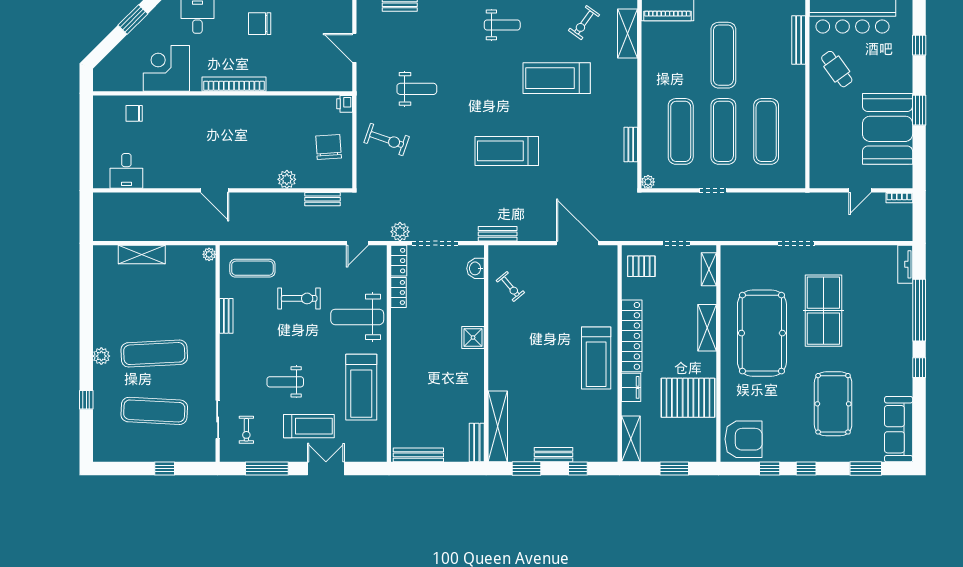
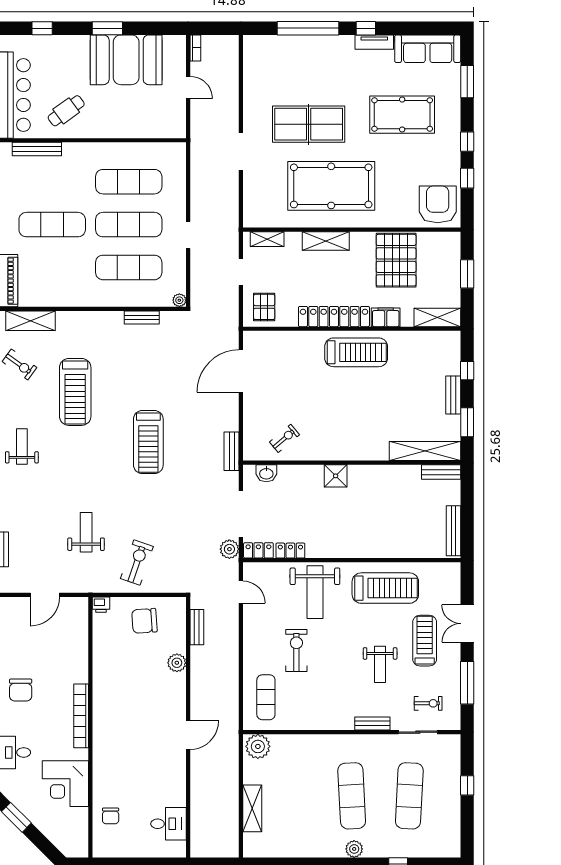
plant: (209, 254) -> (258, 746), width x1.88, depth x1.88
tv unit: (905, 264) -> (374, 42), moved
bench: (226, 316) -> (372, 724), moved

